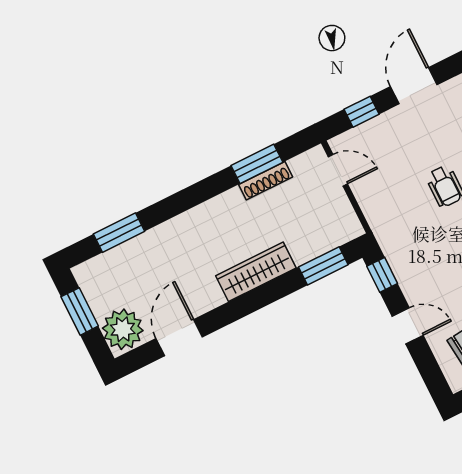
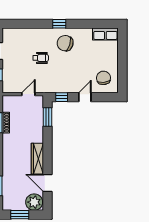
door: (338, 170) -> (28, 94), moved
wardrobe: (256, 272) -> (37, 159), moved

